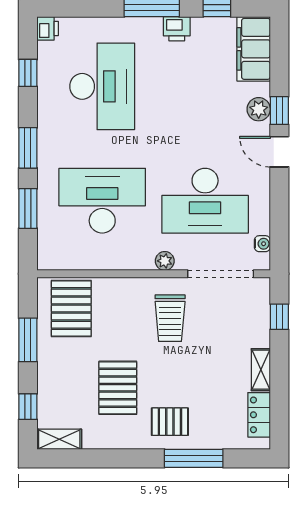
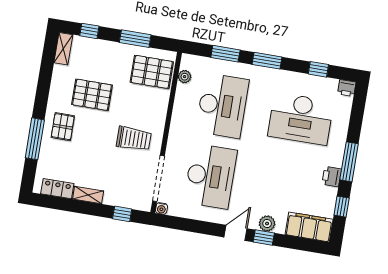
desk: (205, 201) -> (210, 176), turned 180
water cooler: (262, 244) -> (161, 208), moved
plant: (165, 261) -> (185, 77), moved
trolley: (170, 318) -> (134, 139), turned 180

